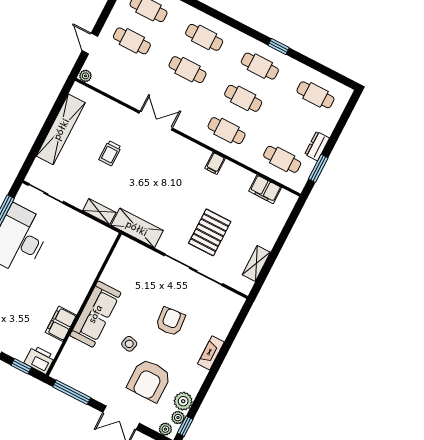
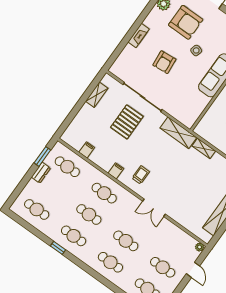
trolley: (110, 153) -> (141, 175), moved
filing cabinet: (265, 189) -> (87, 150), width x0.50
armchair: (149, 380) -> (186, 22), turned 90

